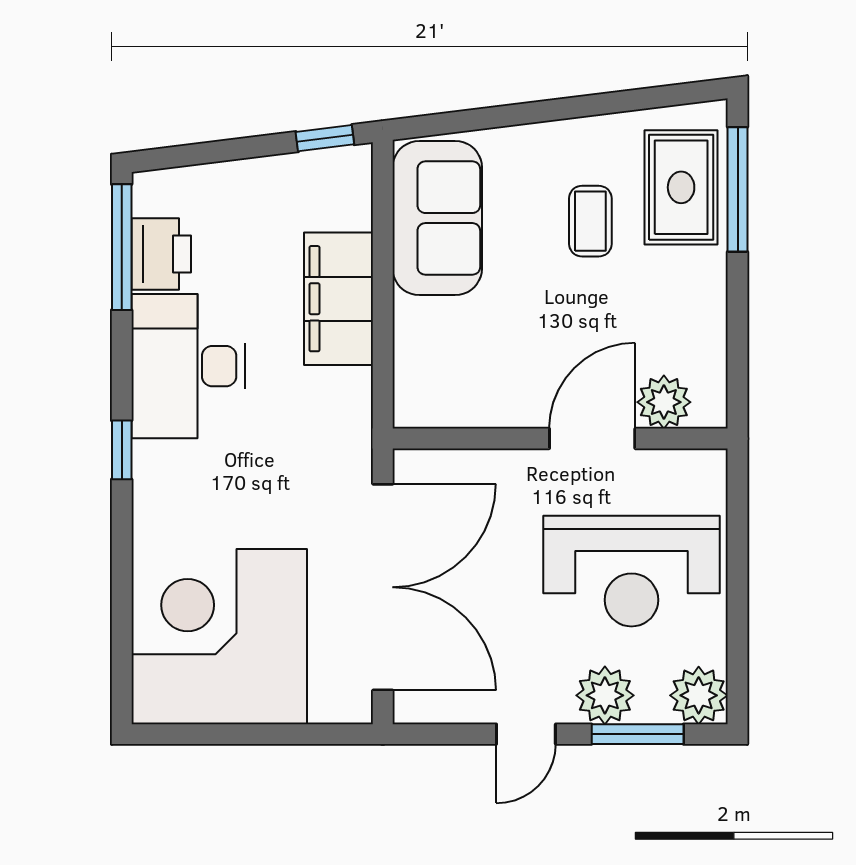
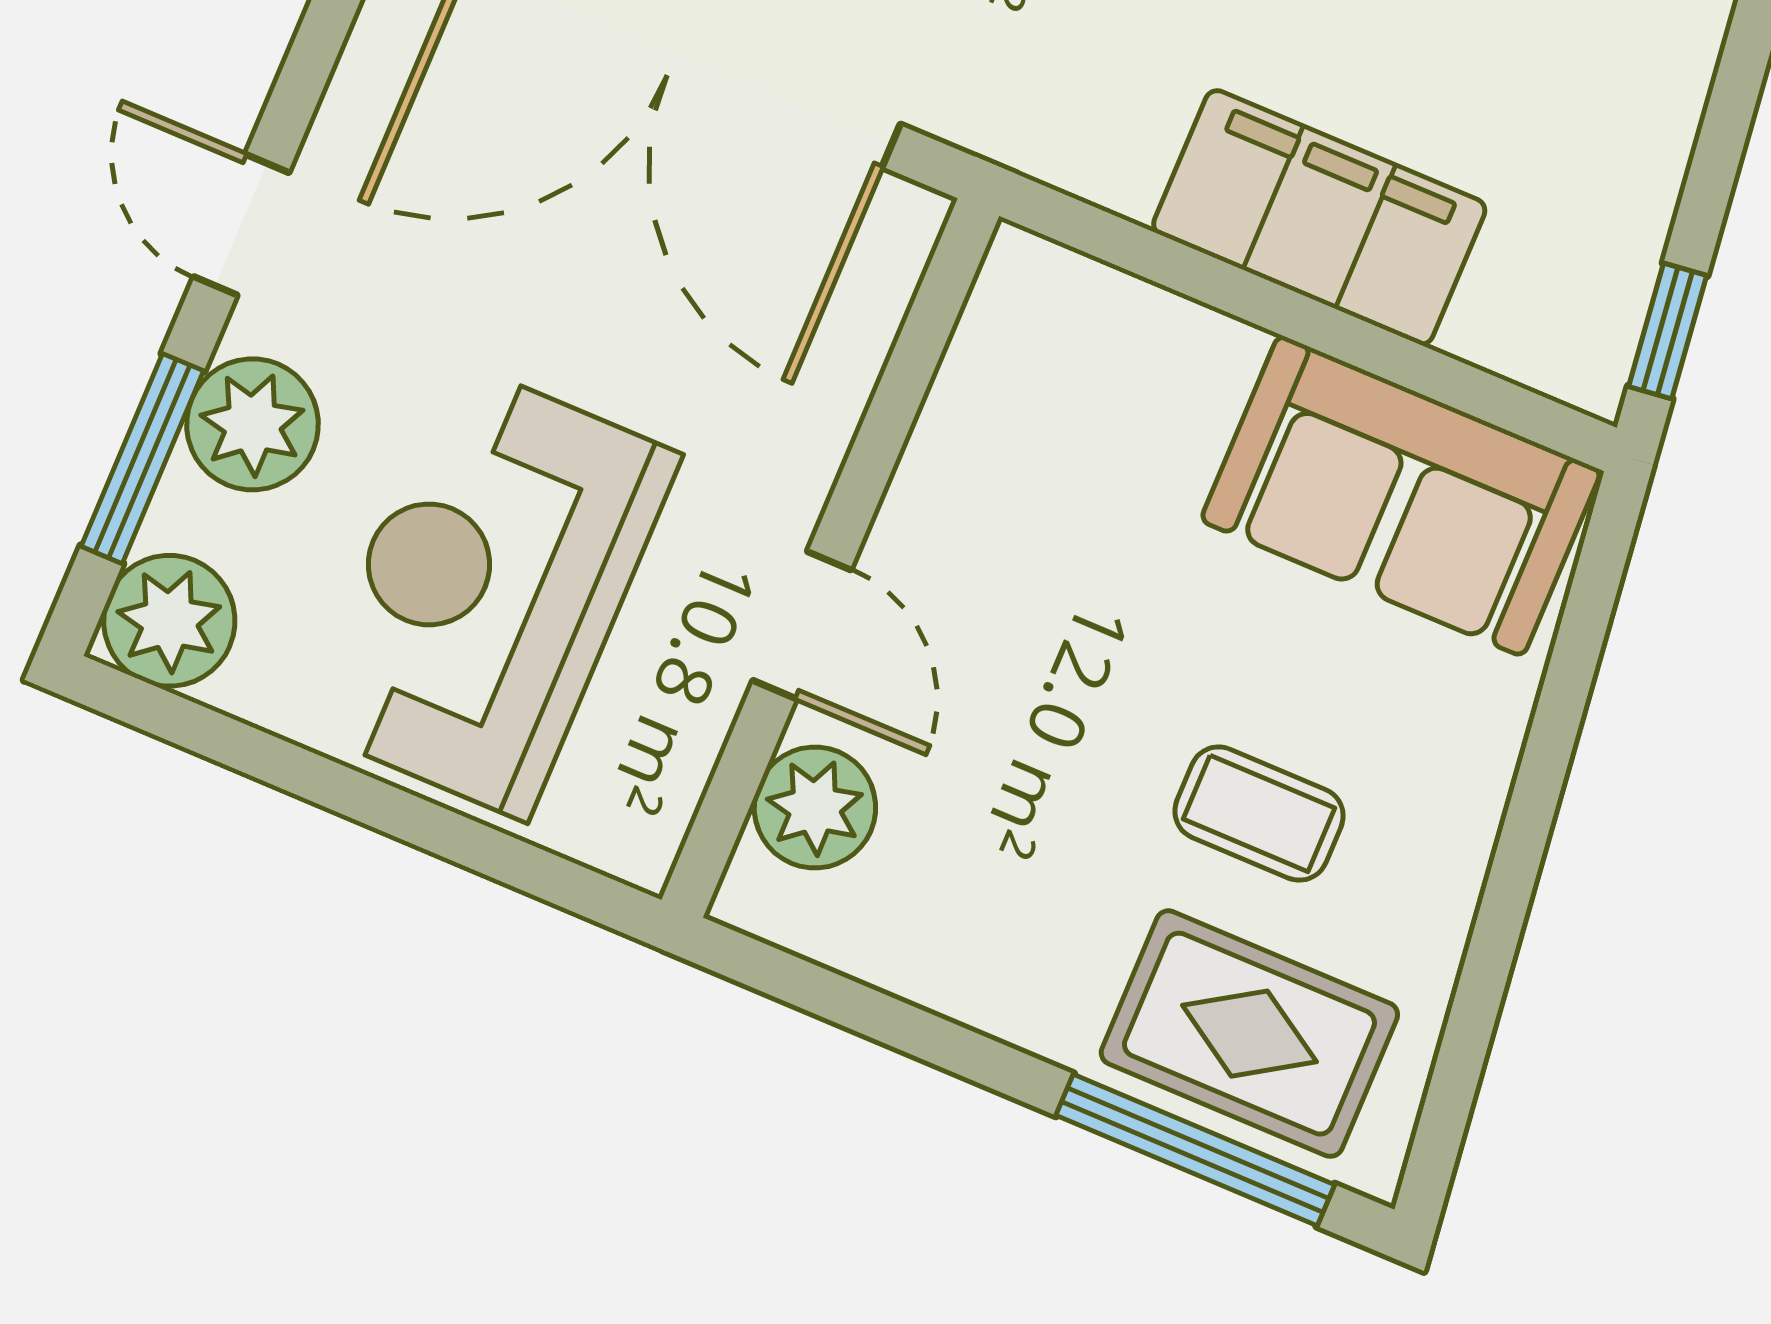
door: (592, 439) -> (802, 625), width x0.73

